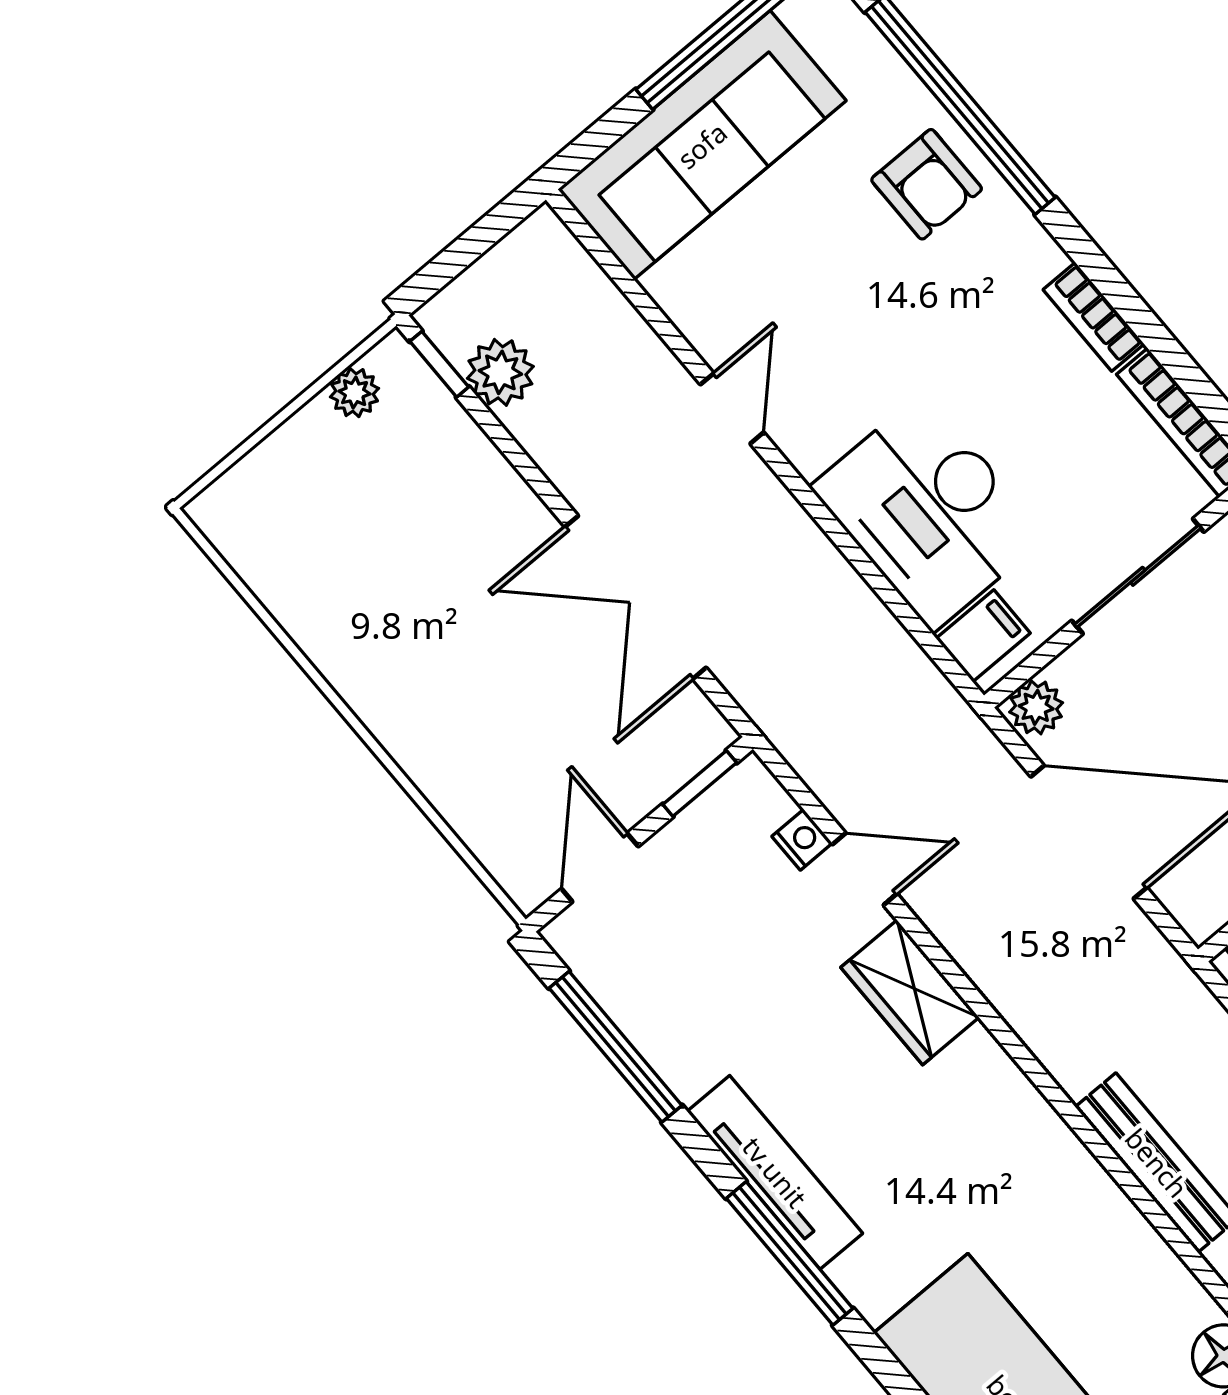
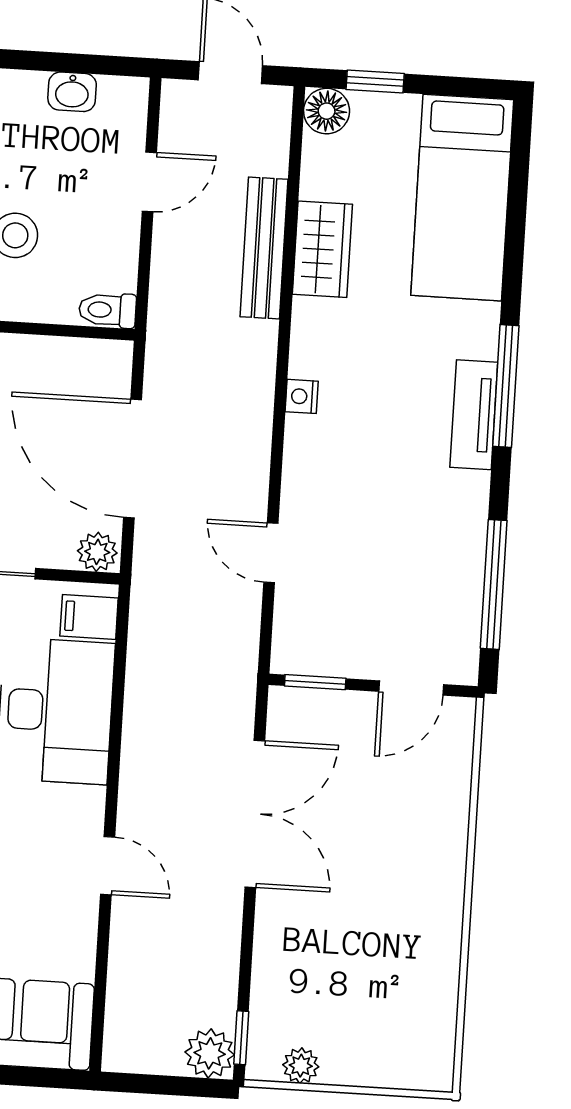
plant: (500, 372) -> (210, 1053), moved
door: (732, 408) -> (108, 866), swing flipped
nightstand: (802, 840) -> (302, 396), moved
wardrobe: (910, 992) -> (322, 249), moved
tv unit: (775, 1172) -> (474, 415), width x0.71

